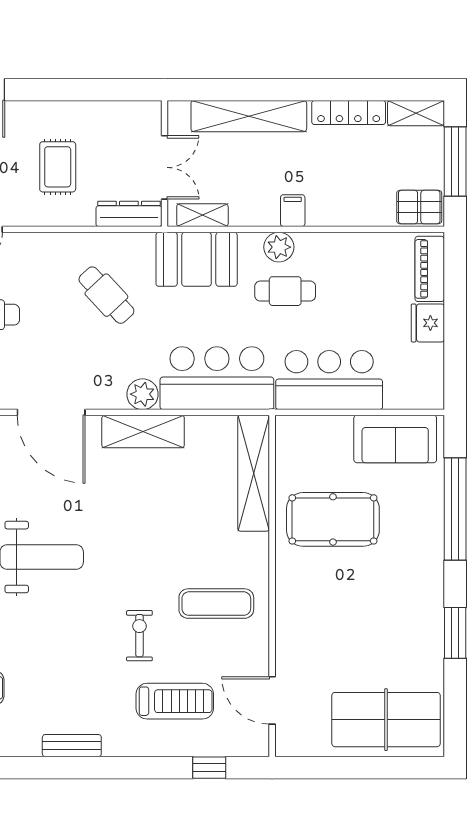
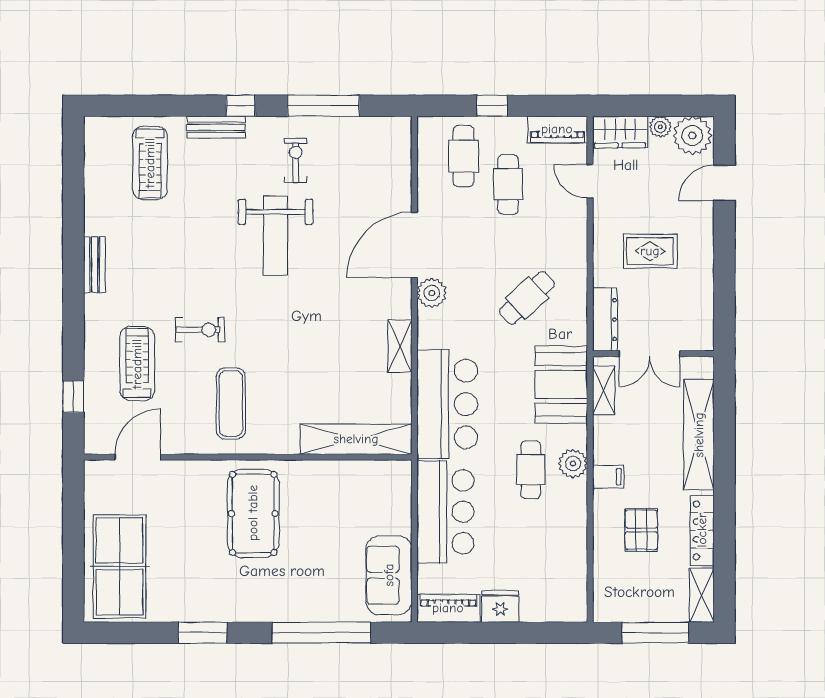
pallet: (419, 207) -> (641, 530), moved
piano: (430, 269) -> (448, 608), moved
plant: (143, 394) -> (432, 293), moved
shelving: (143, 432) -> (400, 346), width x0.67, depth x0.75
pool table: (333, 519) -> (253, 513), moved
treadmill: (175, 701) -> (137, 364), turned 180

